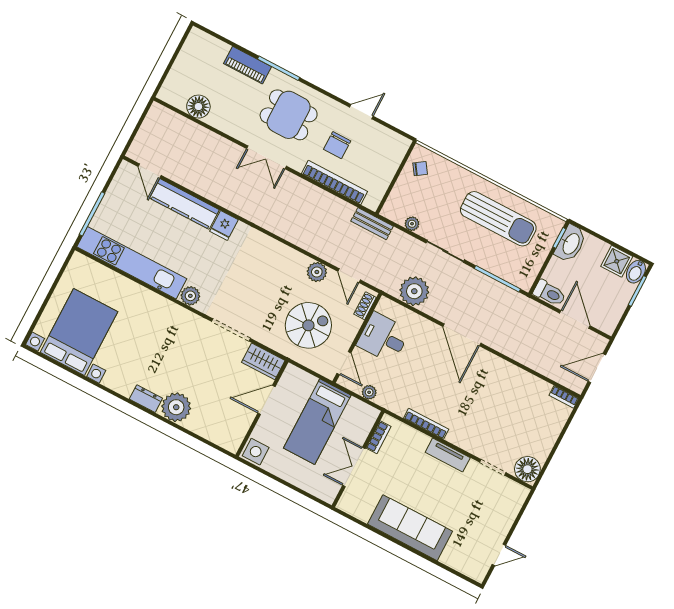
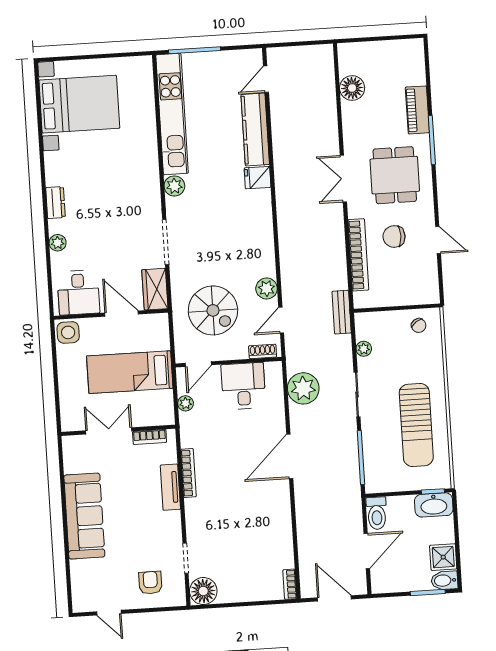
plant: (176, 407) -> (58, 243), width x0.53, depth x0.53
desk: (229, 424) -> (78, 293), added
tv unit: (448, 455) -> (170, 487), moved
armchair: (495, 507) -> (150, 583), added

